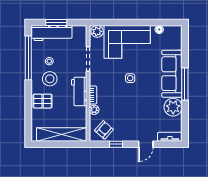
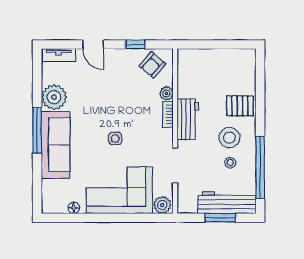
shelving: (62, 134) -> (213, 58), removed
door: (146, 144) -> (93, 44), swing flipped

